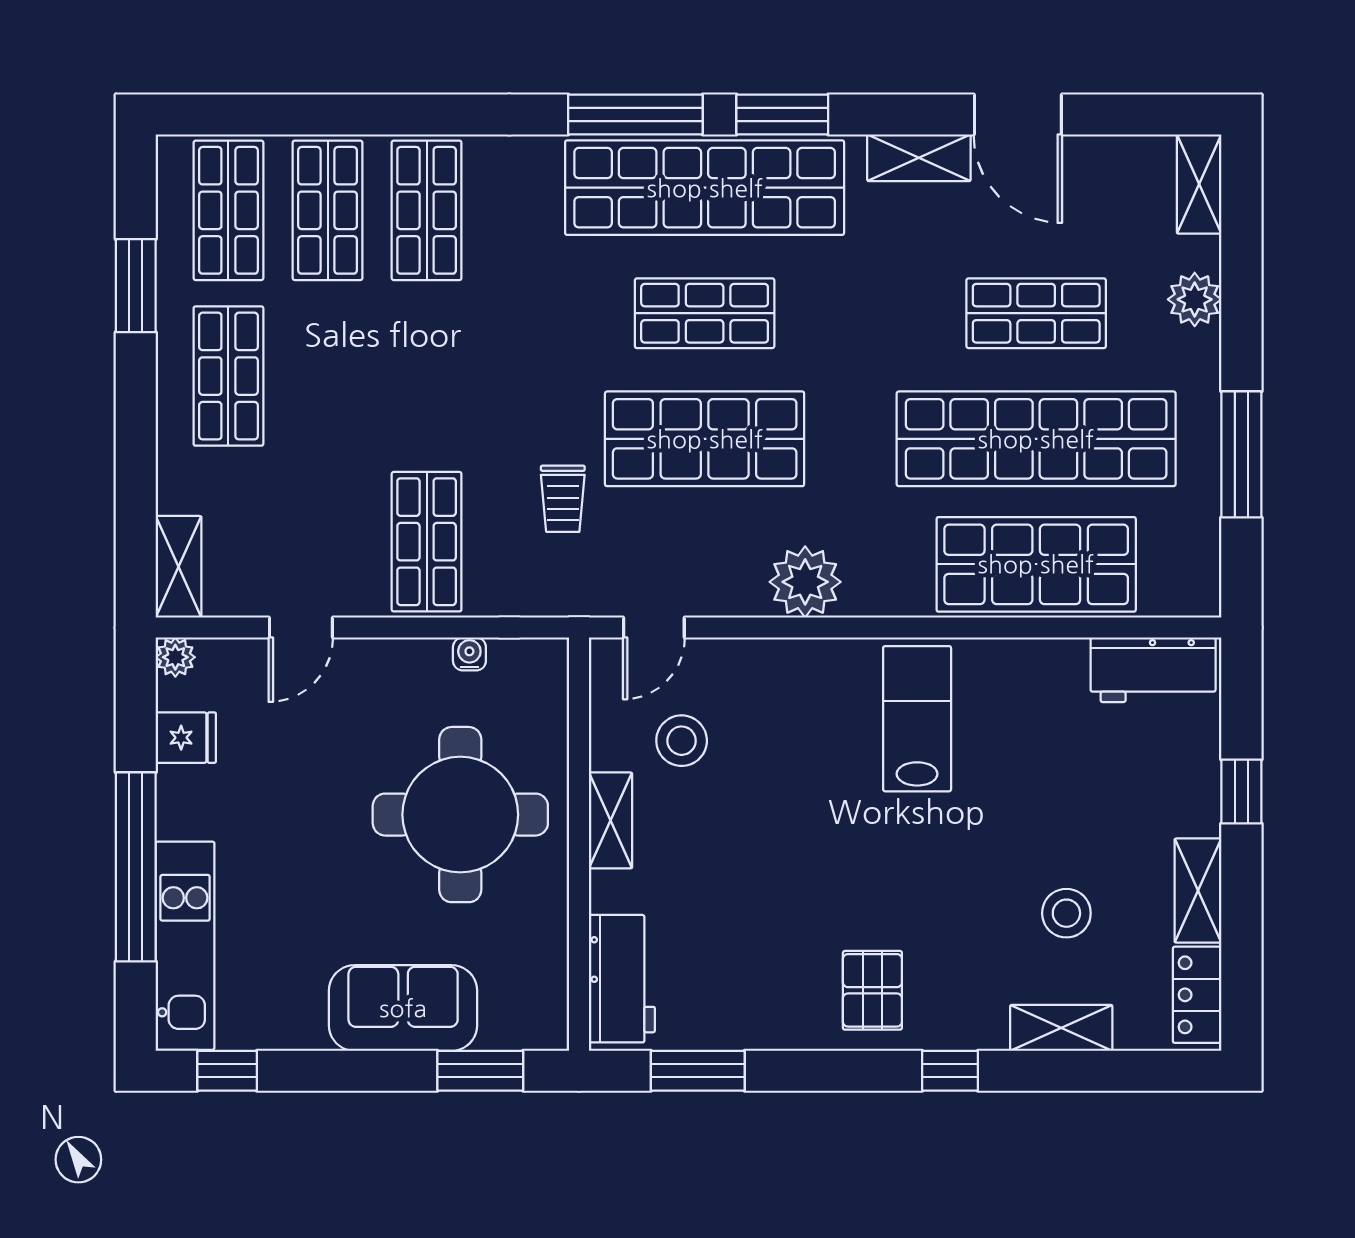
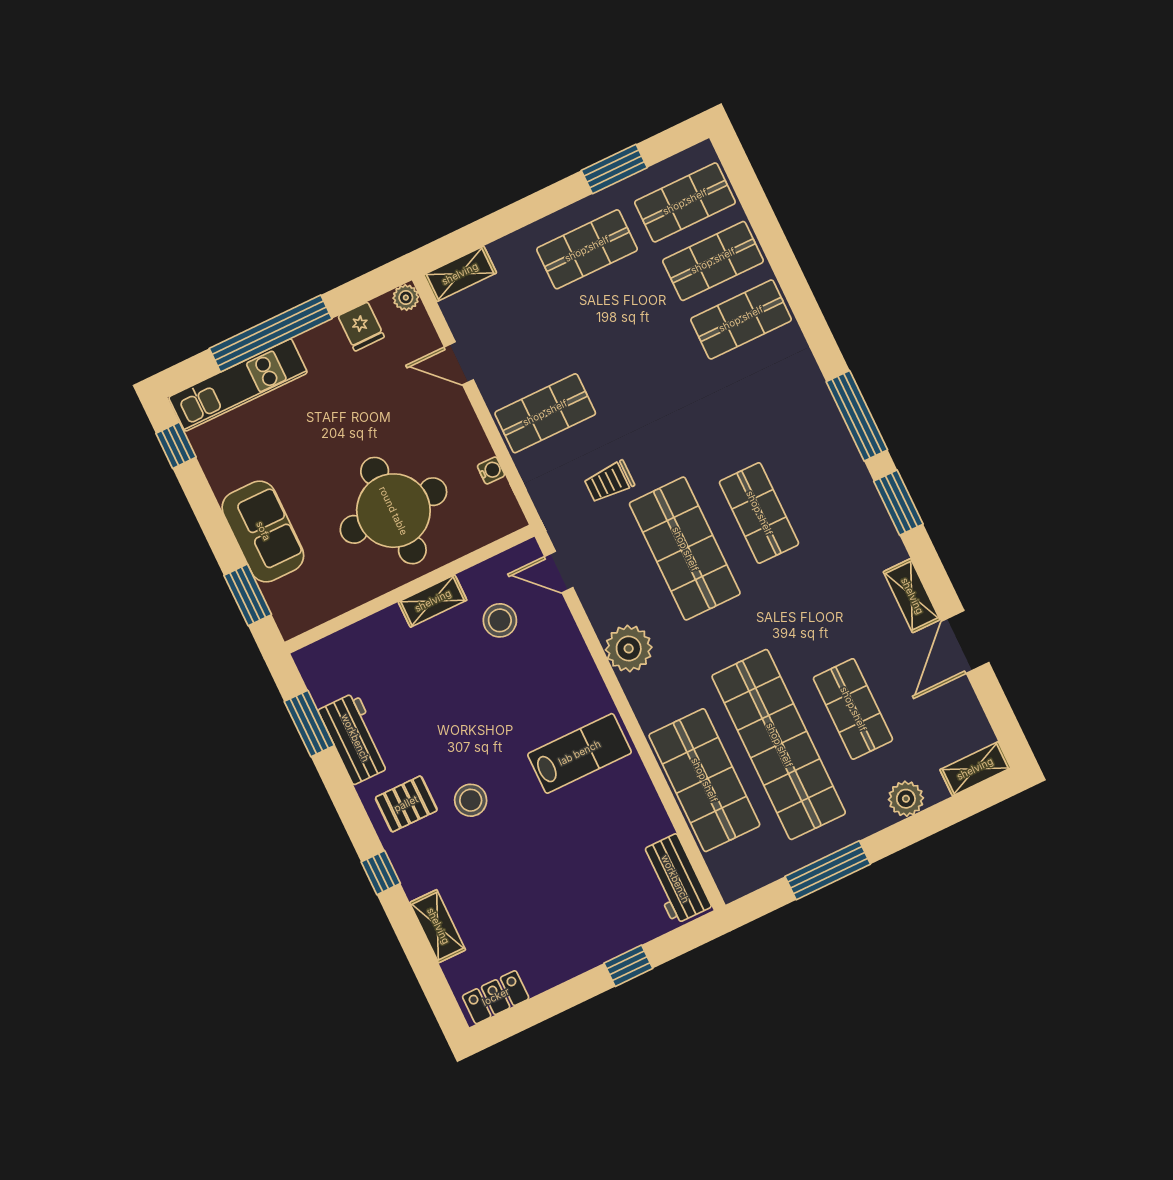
shop shelf: (705, 188) -> (833, 477), removed
shelving: (1198, 891) -> (557, 968), removed
stool: (1066, 913) -> (471, 800), moved
workbench: (622, 979) -> (355, 738), moved, turned -90

